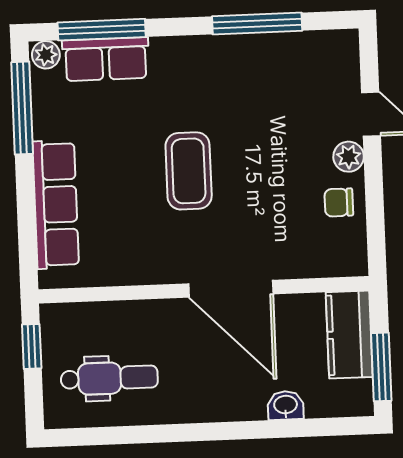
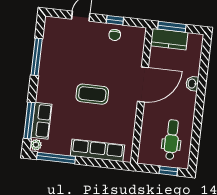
plant: (349, 157) -> (97, 28), removed
window: (374, 198) -> (115, 20), added
window: (32, 346) -> (168, 171), moved
window: (381, 367) -> (172, 27), moved
washbasin: (286, 405) -> (192, 84), moved

